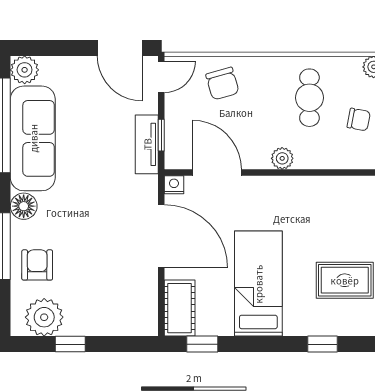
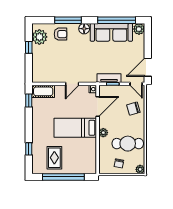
cafe table: (309, 98) -> (128, 144), width x1.37, depth x1.35
door: (161, 236) -> (72, 84), width x0.53
bed: (258, 284) -> (75, 128), moved, turned 180

